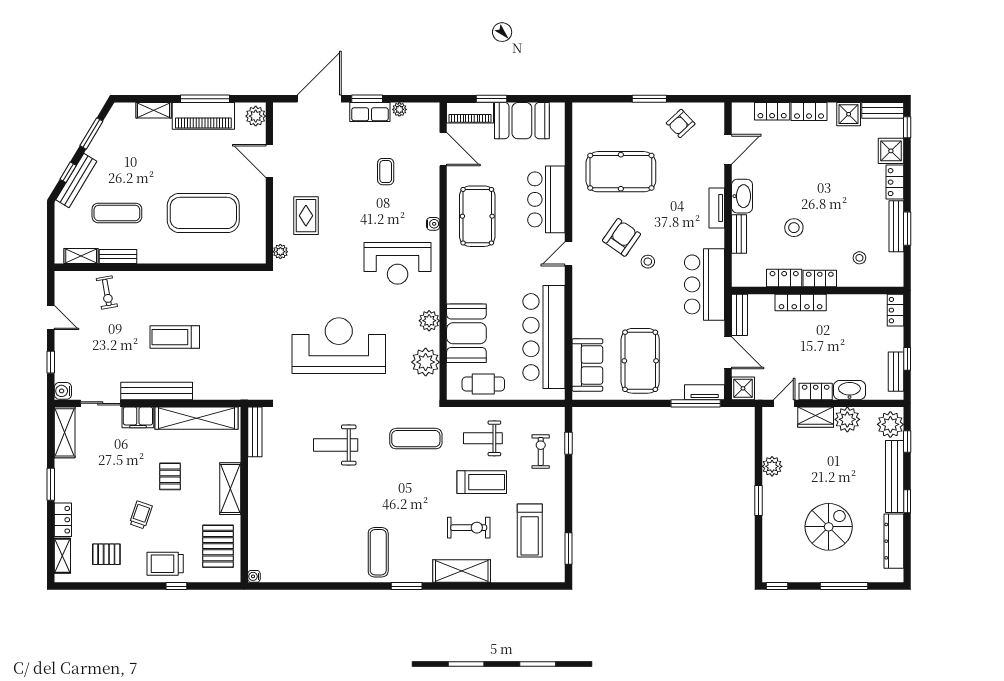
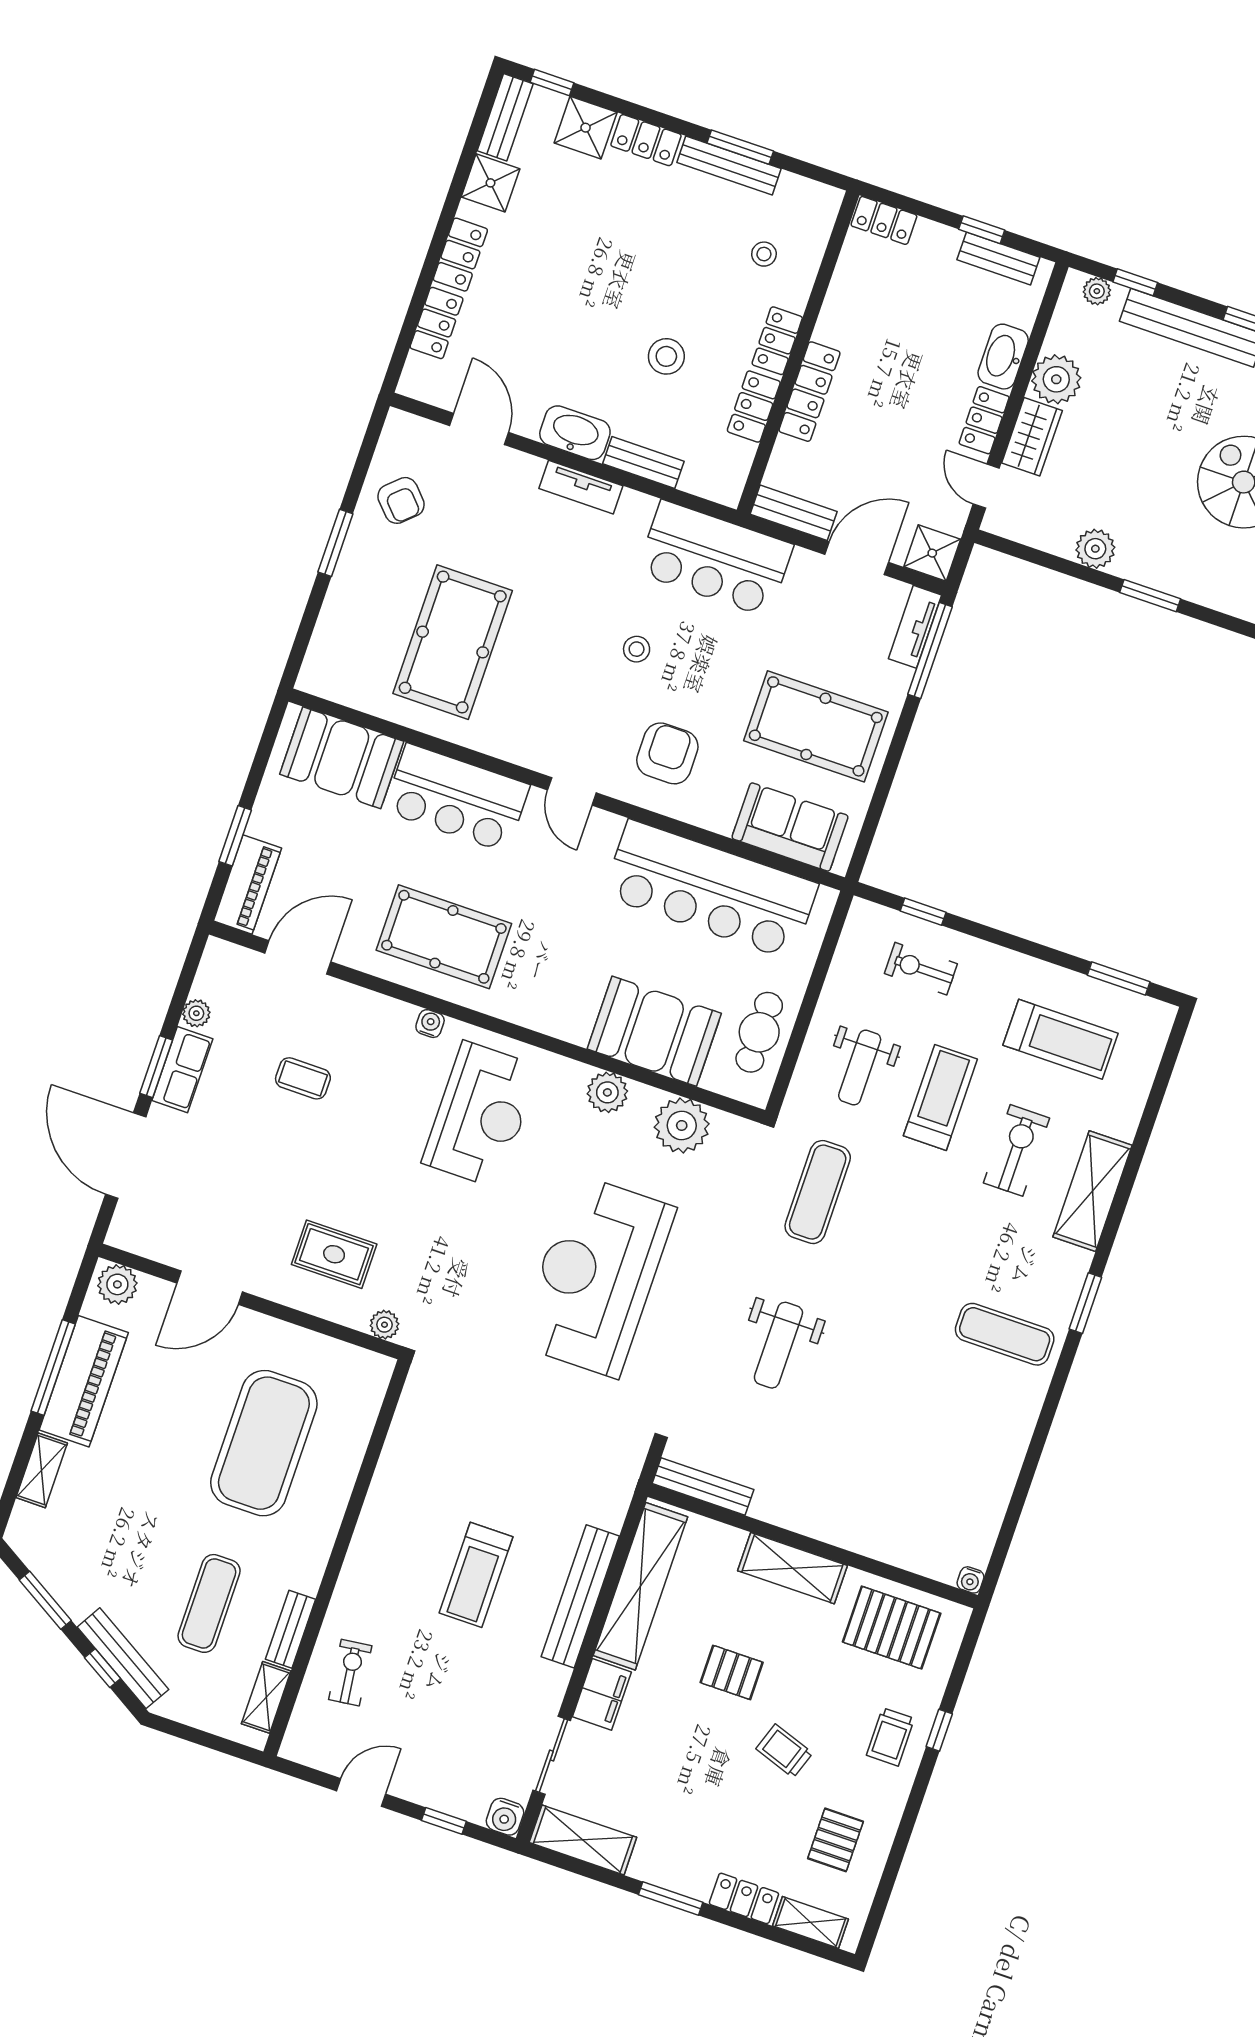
booth: (522, 121) -> (342, 758), moved, turned 90
armchair: (622, 237) -> (667, 753), moved, turned 55
exercise bike: (107, 293) -> (350, 1673), turned -87
bench: (157, 391) -> (580, 1596), moved
plant: (890, 424) -> (1097, 291), width x0.53, depth x0.53
trolley: (165, 564) -> (890, 1737), width x0.73, depth x0.72

